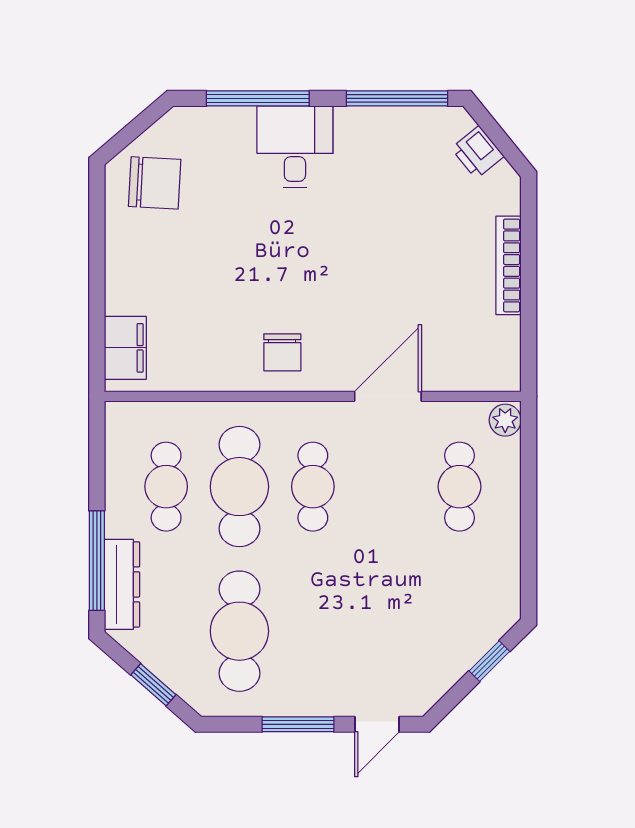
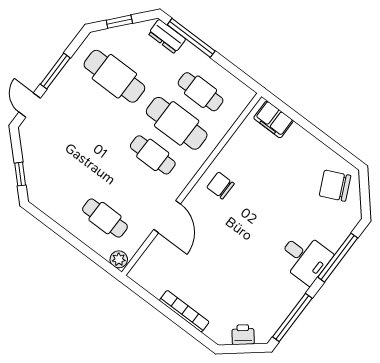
chair: (155, 183) -> (335, 186), turned 62
dresser: (122, 584) -> (167, 36), width x0.70

